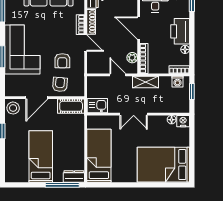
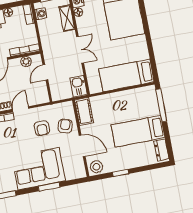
armchair: (62, 61) -> (42, 128), turned 90
shelving: (145, 82) -> (67, 18), moved
armchair: (60, 84) -> (65, 126), turned 101
dresser: (74, 176) -> (161, 150), moved

